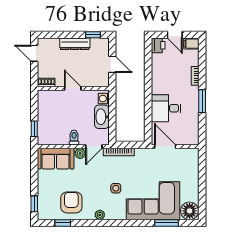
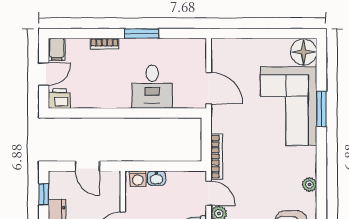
door: (112, 64) -> (87, 166), swing flipped
washbasin: (102, 117) -> (156, 178), width x0.52, depth x0.69
door: (165, 147) -> (209, 88), swing flipped
side table: (116, 188) -> (270, 161), removed
window: (167, 223) -> (321, 109), moved

